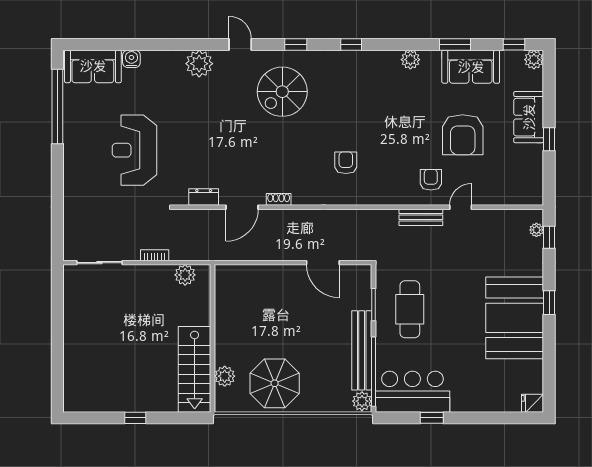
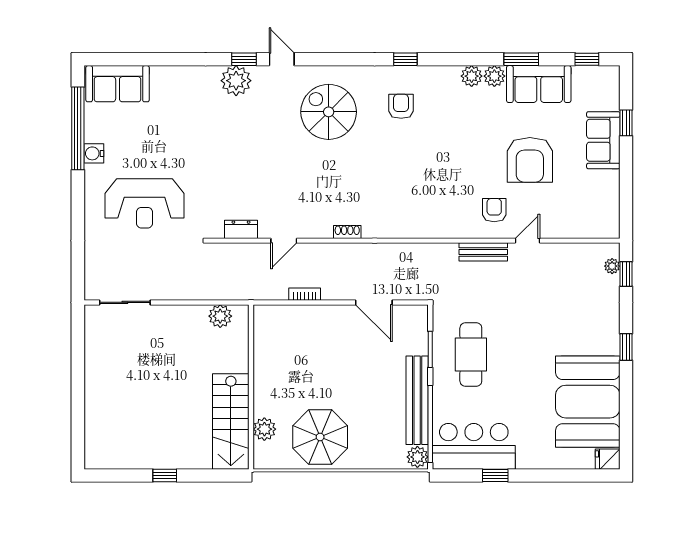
window: (296, 45) -> (244, 59), moved
water cooler: (131, 59) -> (94, 153), moved, turned -90
plant: (534, 60) -> (494, 76), moved
spiral stairs: (282, 92) -> (329, 112), turned 90
window: (549, 139) -> (626, 123), moved
reception desk: (134, 150) -> (144, 203), moved, turned -90
armchair: (346, 163) -> (401, 106), moved
shoe rack: (279, 199) -> (347, 232), moved
door: (242, 207) -> (284, 241), width x0.73
bookcase: (155, 255) -> (305, 294), moved
booth: (515, 318) -> (588, 402), moved

